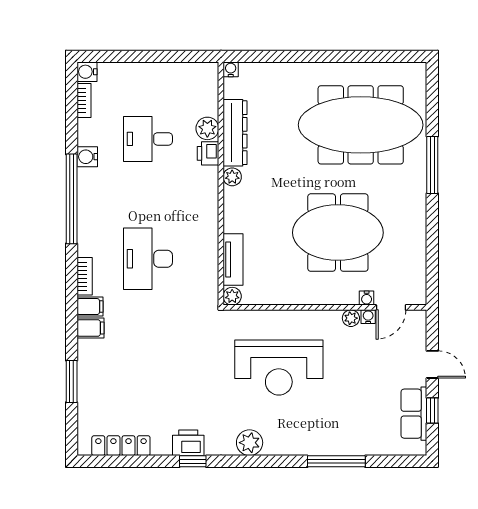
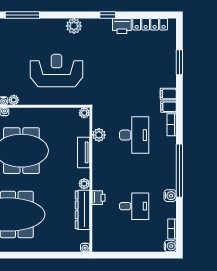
plant: (207, 128) -> (99, 135), moved
tv unit: (233, 259) -> (84, 152), moved
printer: (188, 443) -> (122, 26), moved

